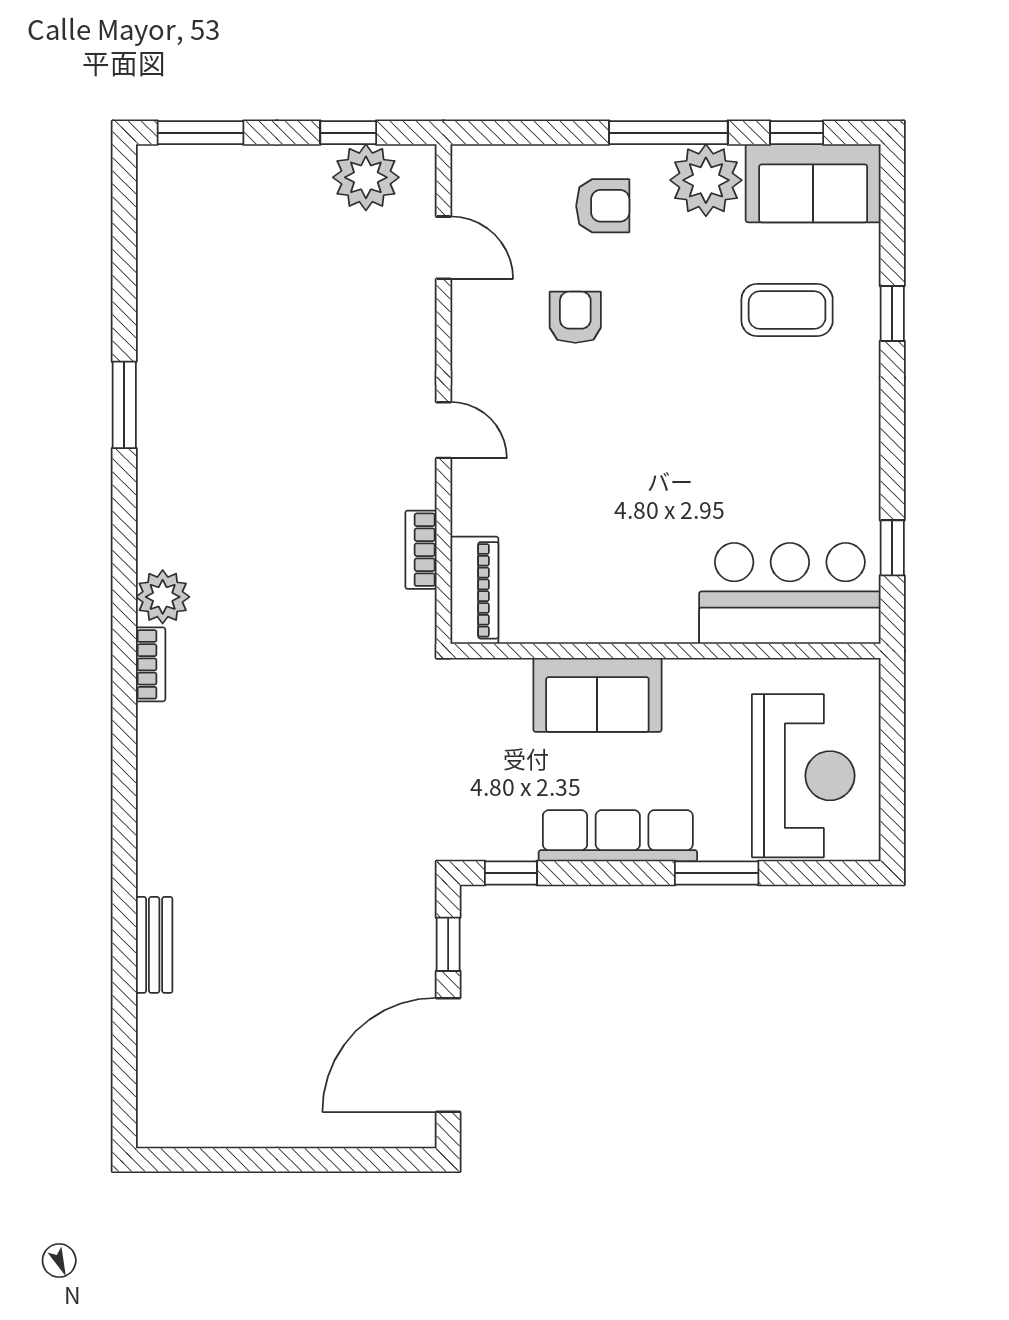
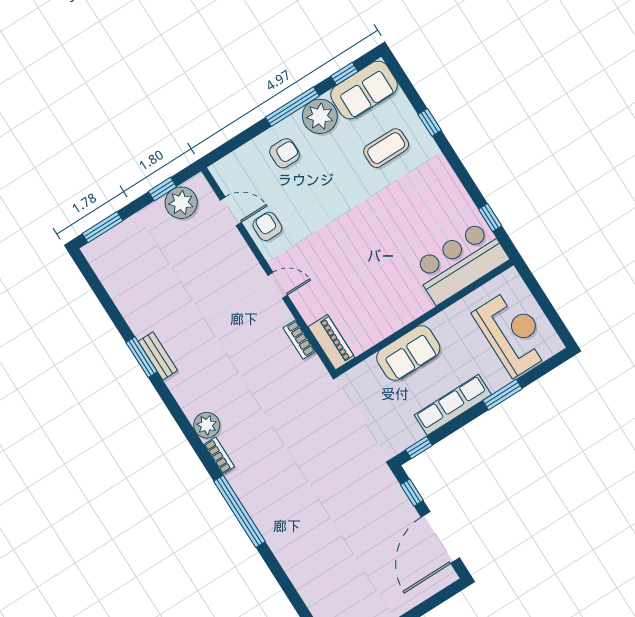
armchair: (575, 317) -> (267, 226), moved
window: (124, 785) -> (240, 511), added
bench: (154, 945) -> (158, 356), moved

